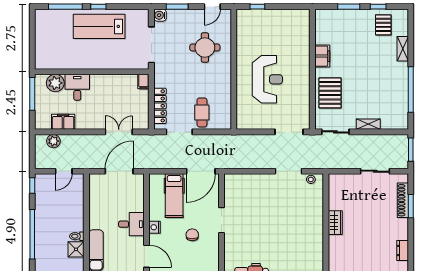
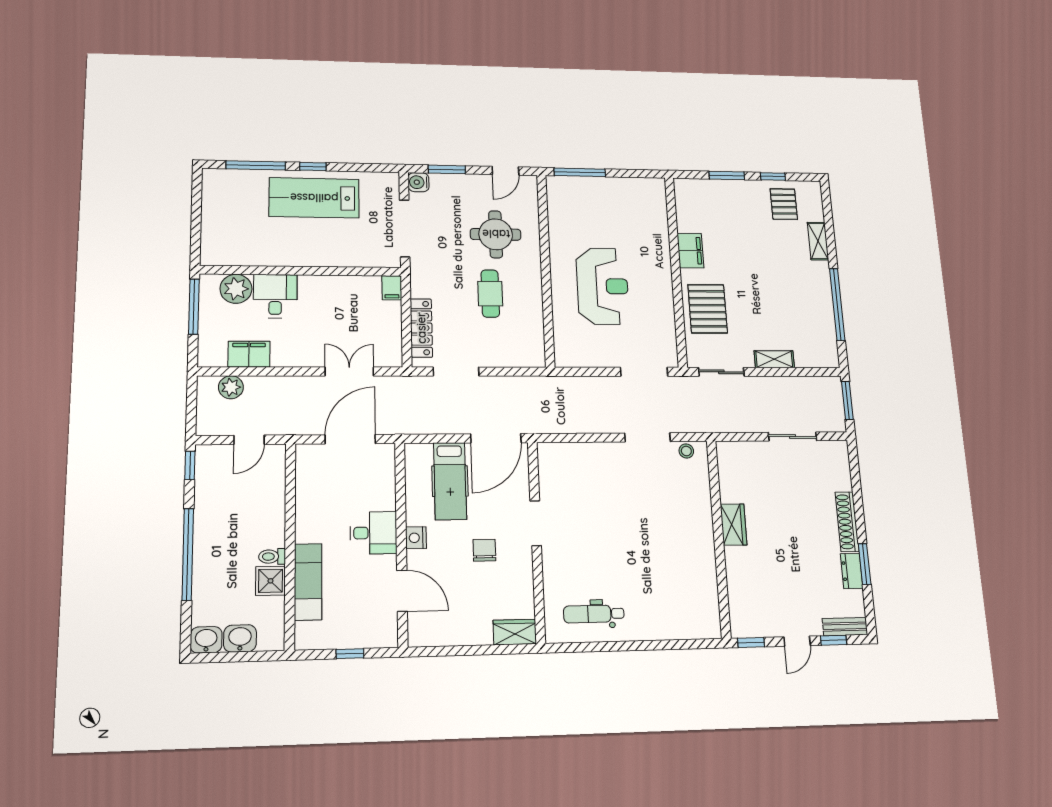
window: (257, 7) -> (580, 172), width x2.17
cafe table: (202, 112) -> (490, 294), moved
shoe rack: (403, 200) -> (847, 522), moved
window: (411, 206) -> (864, 564), moved

